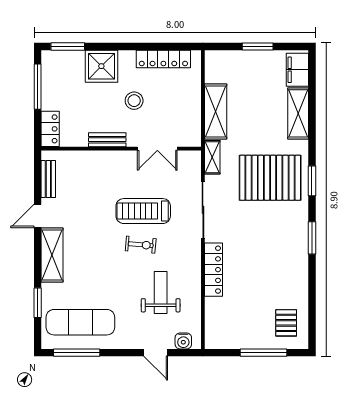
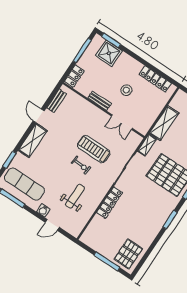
shower: (101, 66) -> (109, 53), moved
door: (38, 216) -> (39, 116), hinge flipped
pallet: (286, 323) -> (128, 254), width x1.50, depth x1.42
water cooler: (183, 341) -> (43, 210), moved
door: (156, 353) -> (52, 225), hinge flipped

